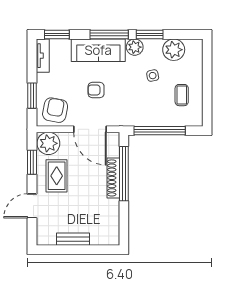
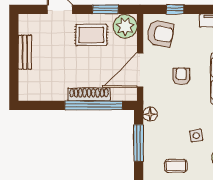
window: (32, 96) -> (175, 9), width x0.67
floor lamp: (132, 120) -> (150, 114), added
window: (160, 131) -> (139, 143), width x0.68

